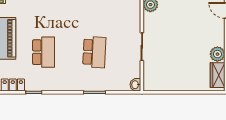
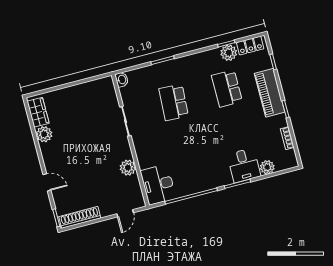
plant: (34, 84) -> (229, 53), added

